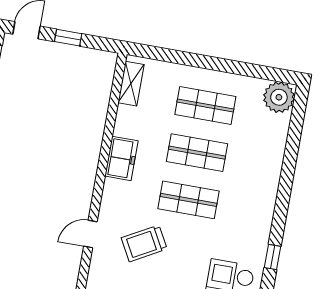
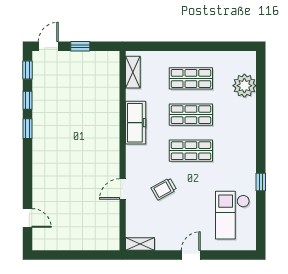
plant: (279, 97) -> (244, 86), moved
freezer: (121, 158) -> (136, 123), width x1.40
trolley: (144, 243) -> (164, 189), width x0.73, depth x0.72

